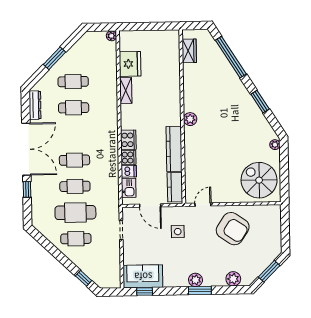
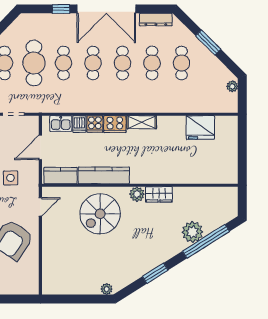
plant: (111, 36) -> (232, 86), moved
wardrobe: (189, 51) -> (159, 194), moved
plant: (223, 69) -> (192, 232), added
shelving: (126, 90) -> (142, 122), moved
cafe table: (74, 134) -> (122, 63), added
spiral stairs: (259, 180) -> (100, 214), moved, turned 180
door: (203, 205) -> (40, 207), hinge flipped

